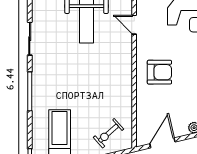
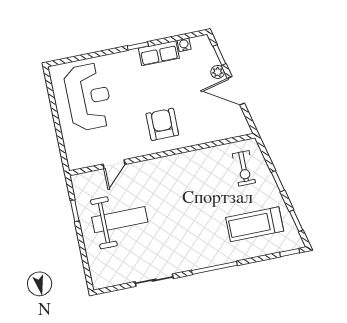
exercise bike: (108, 133) -> (244, 168), turned 42
door: (162, 143) -> (236, 91), moved

